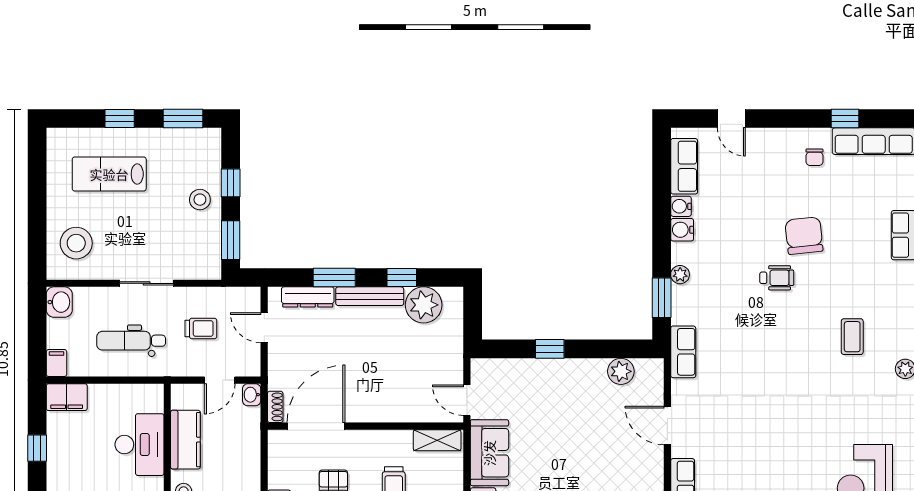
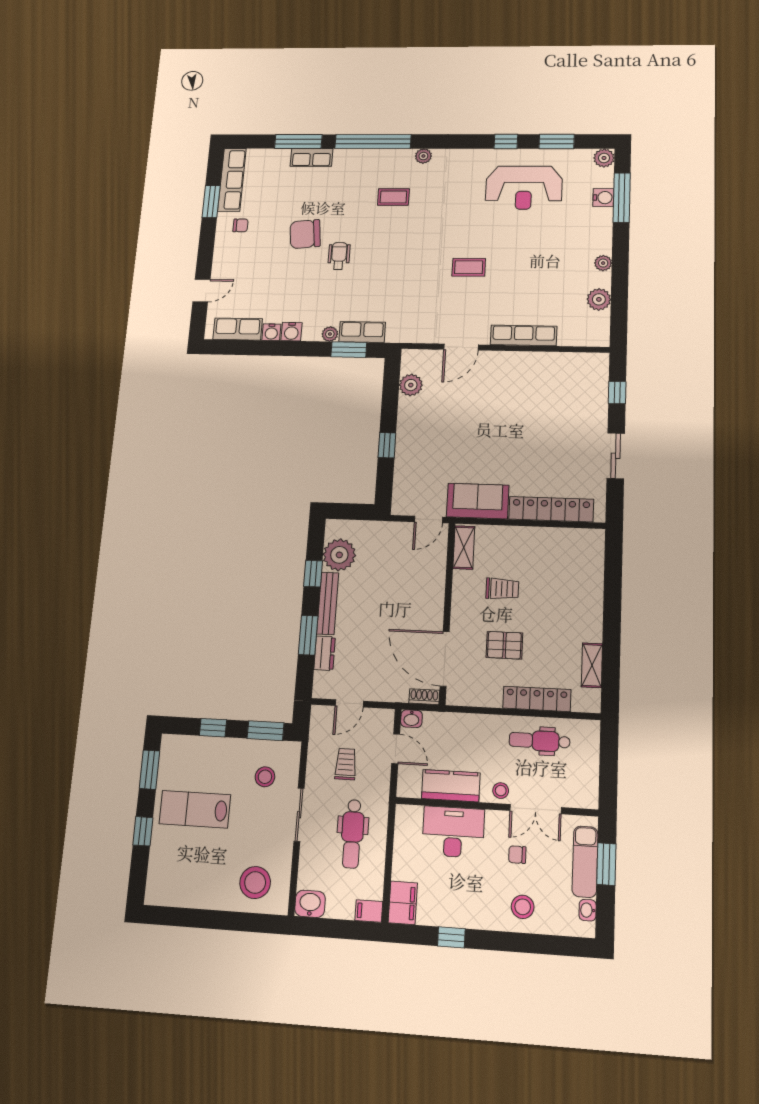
window: (845, 119) -> (211, 202), width x1.50
lab bench: (109, 174) -> (195, 809), moved, turned 90
stool: (200, 200) -> (265, 777), moved
dresser: (308, 297) -> (325, 653), width x0.70
row of seats: (683, 352) -> (362, 332), moved
coffee table: (765, 429) -> (469, 267), added

